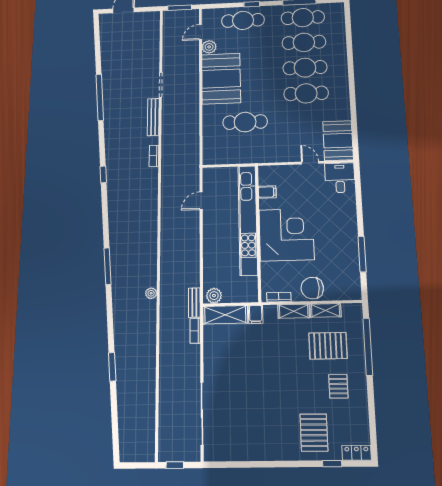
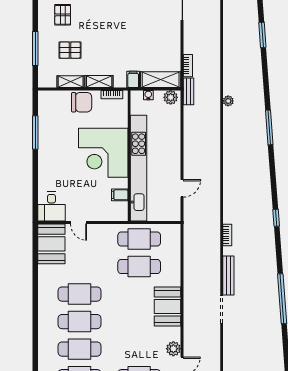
booth: (221, 79) -> (167, 306), width x0.73, depth x0.70
cafe table: (246, 149) -> (139, 239), added
water cooler: (239, 298) -> (148, 95), added
pallet: (328, 346) -> (70, 50), width x0.67, depth x0.71
window: (368, 347) -> (35, 49), width x0.68

